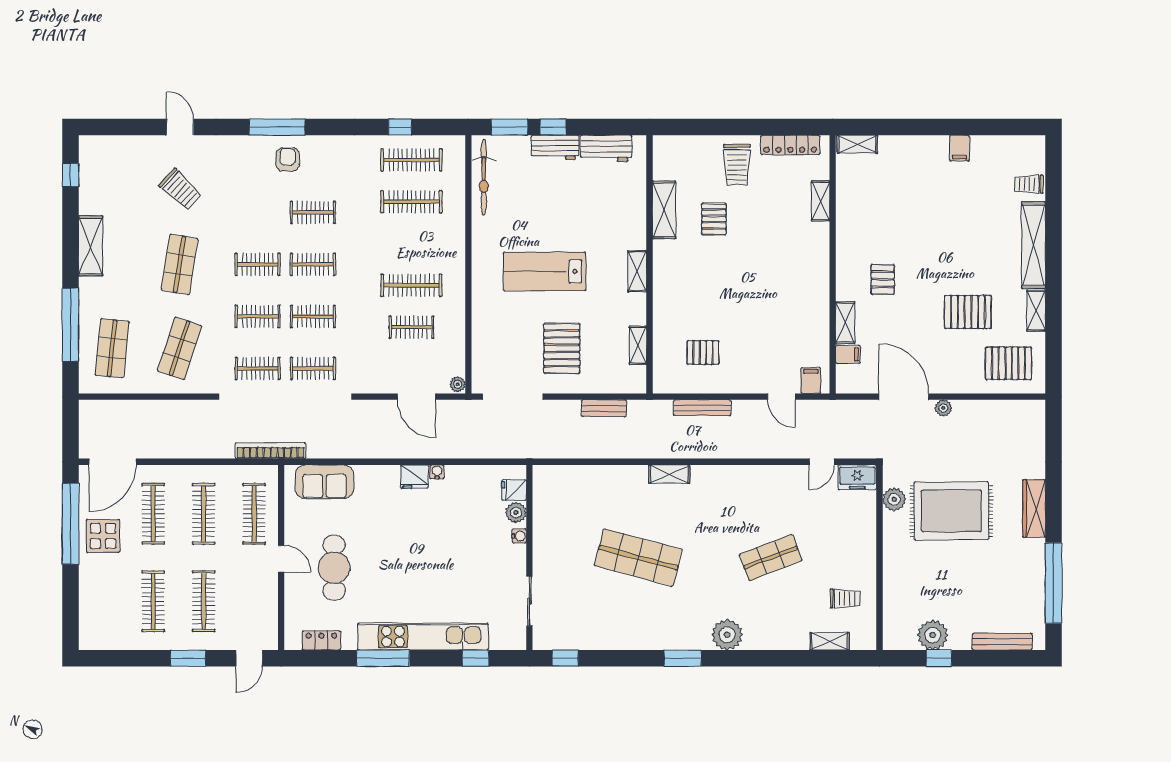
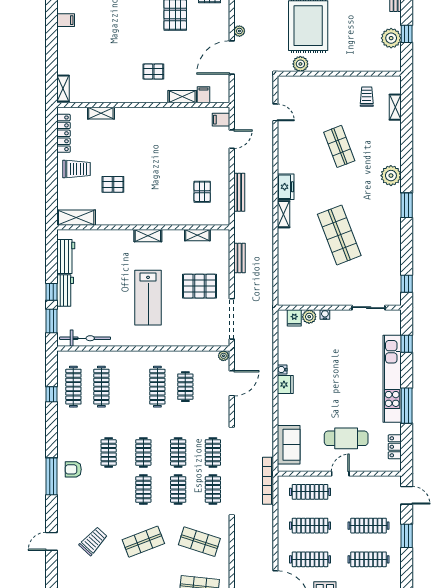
shelving: (664, 210) -> (76, 218), moved
shop shelf: (180, 264) -> (143, 542), turned -30
freezer: (857, 477) -> (286, 187), moved
shop shelf: (638, 557) -> (339, 235), turned -36

